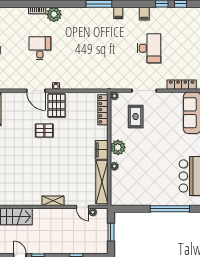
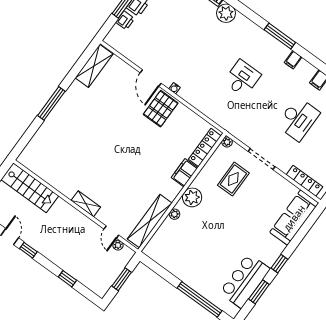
desk: (40, 48) -> (242, 78), moved
pallet: (44, 130) -> (129, 125), removed
filing cabinet: (102, 150) -> (185, 173), moved

